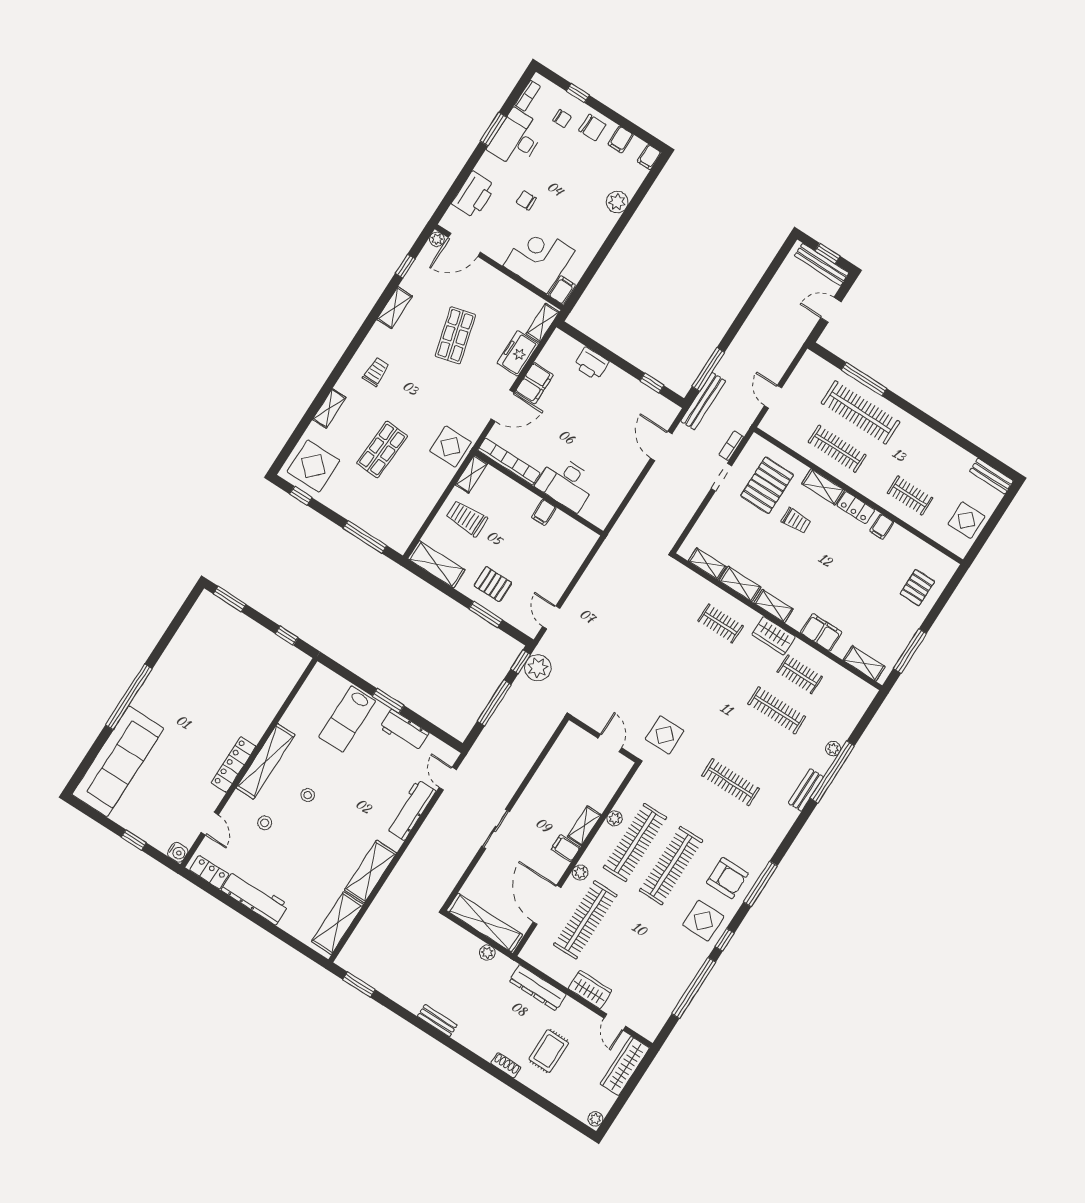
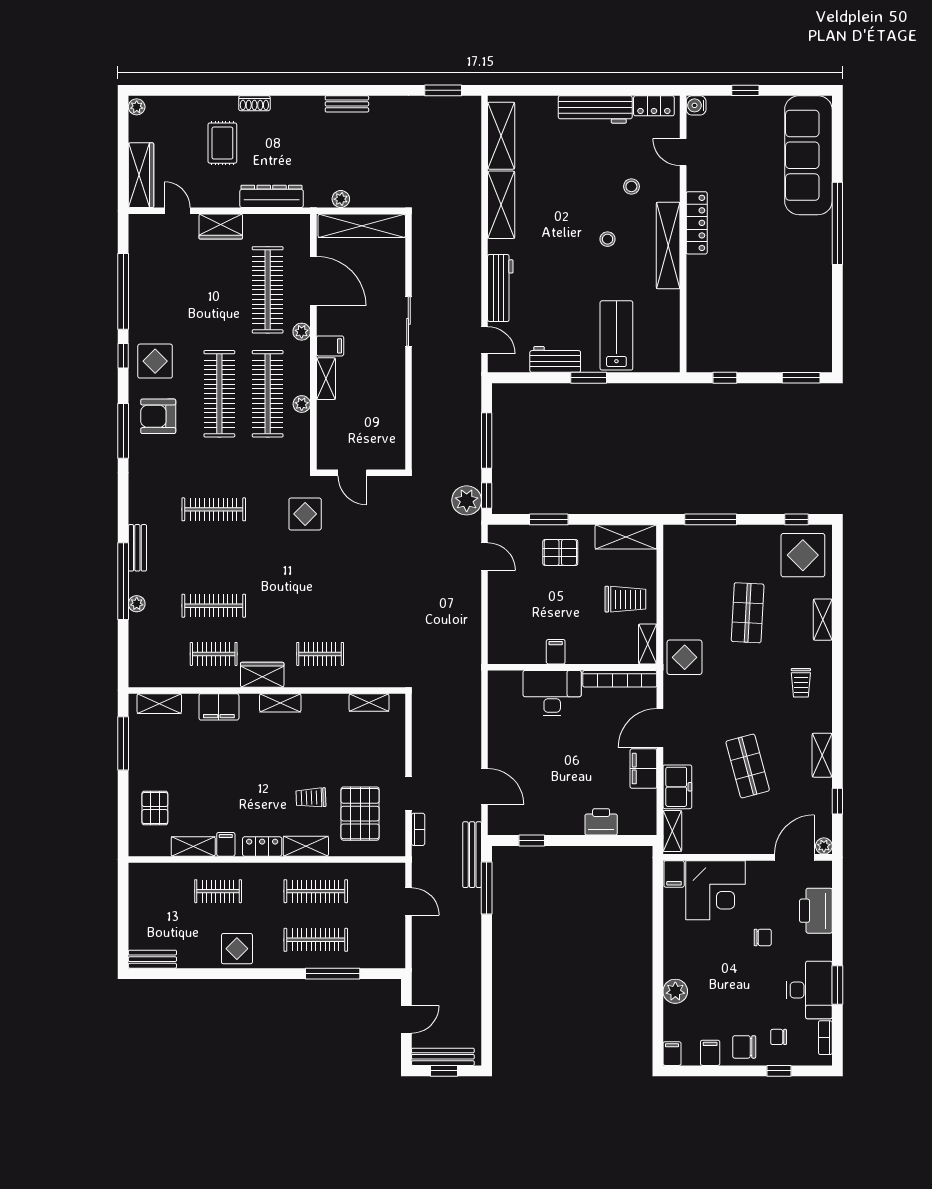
clothes rail: (860, 412) -> (316, 940), width x0.73, depth x0.76
display table: (966, 520) -> (237, 949), moved
shelving: (740, 584) -> (193, 846), moved

